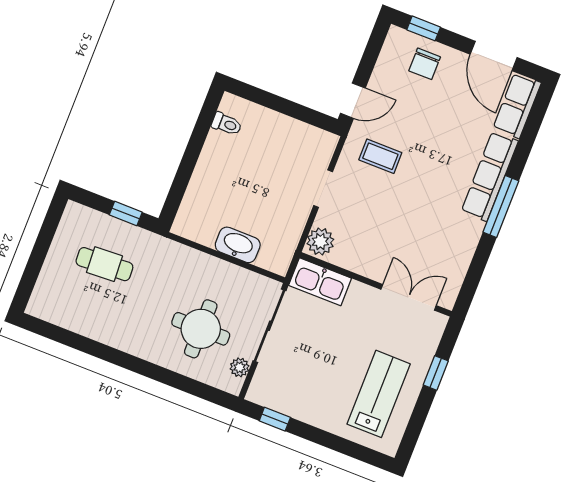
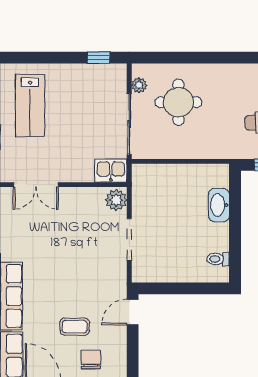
coffee table: (380, 156) -> (75, 327), moved
doorway: (323, 189) -> (129, 239), width x1.38
washbasin: (238, 245) -> (219, 205), moved, turned 90
kitchen sink: (320, 282) -> (111, 171), width x0.73

